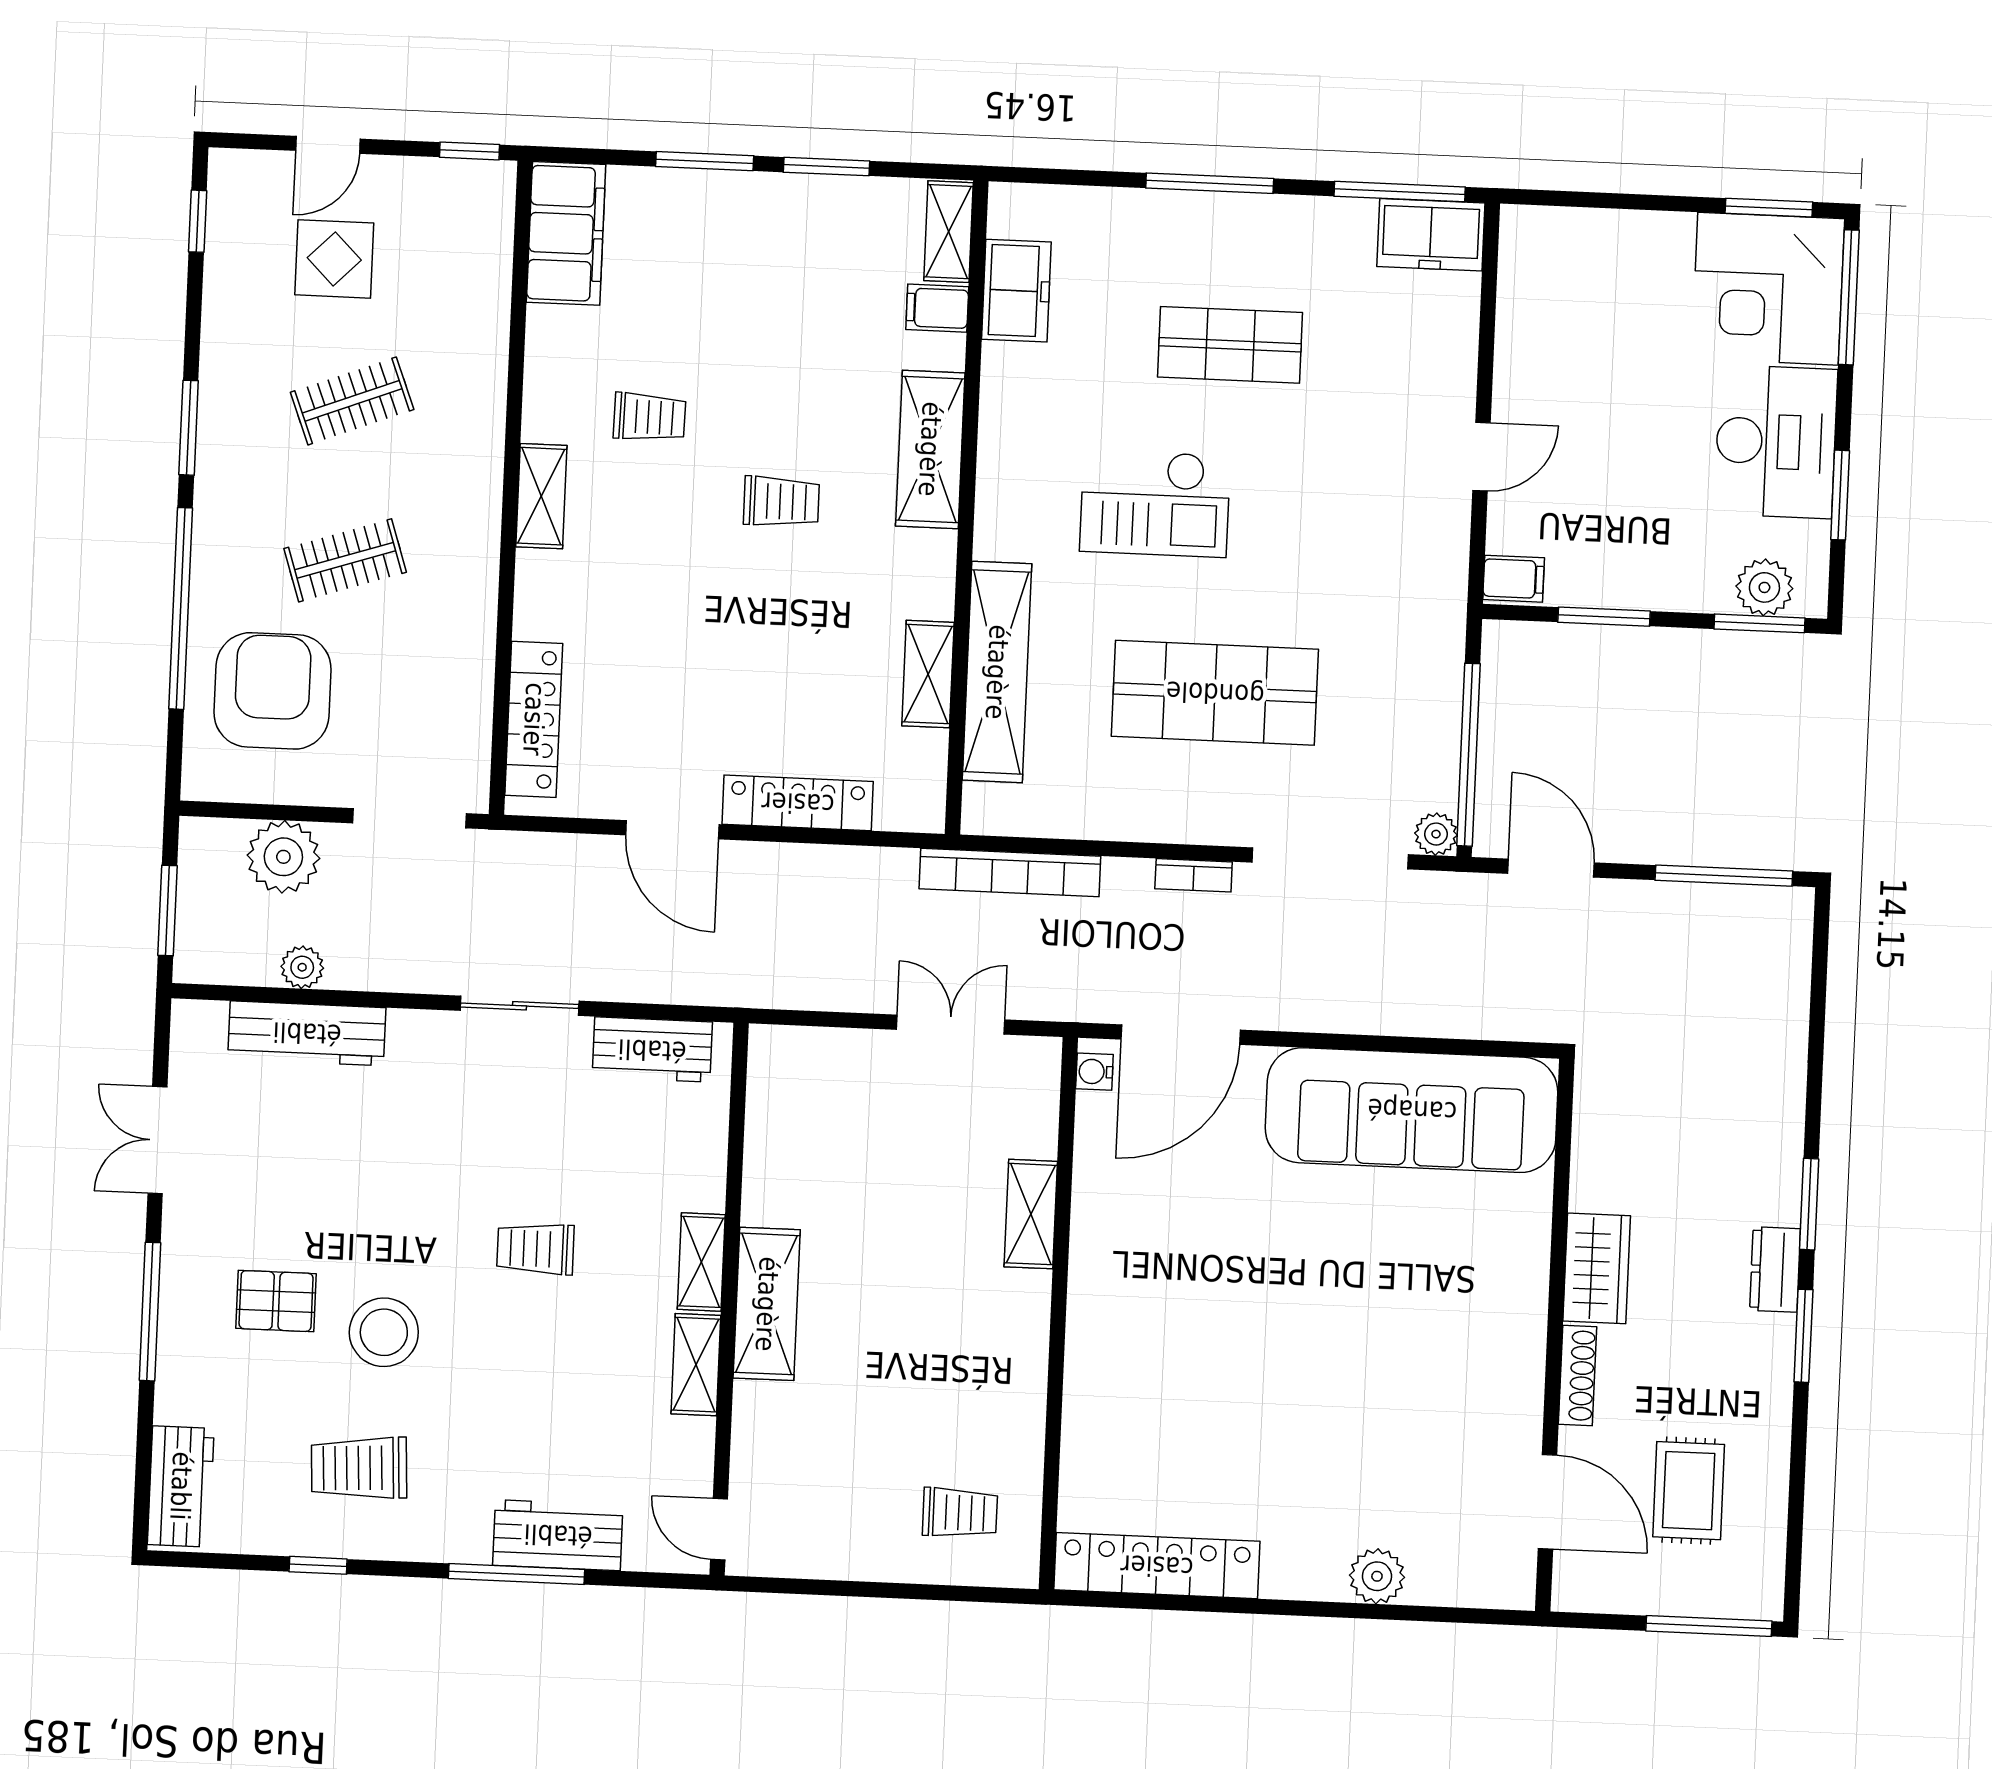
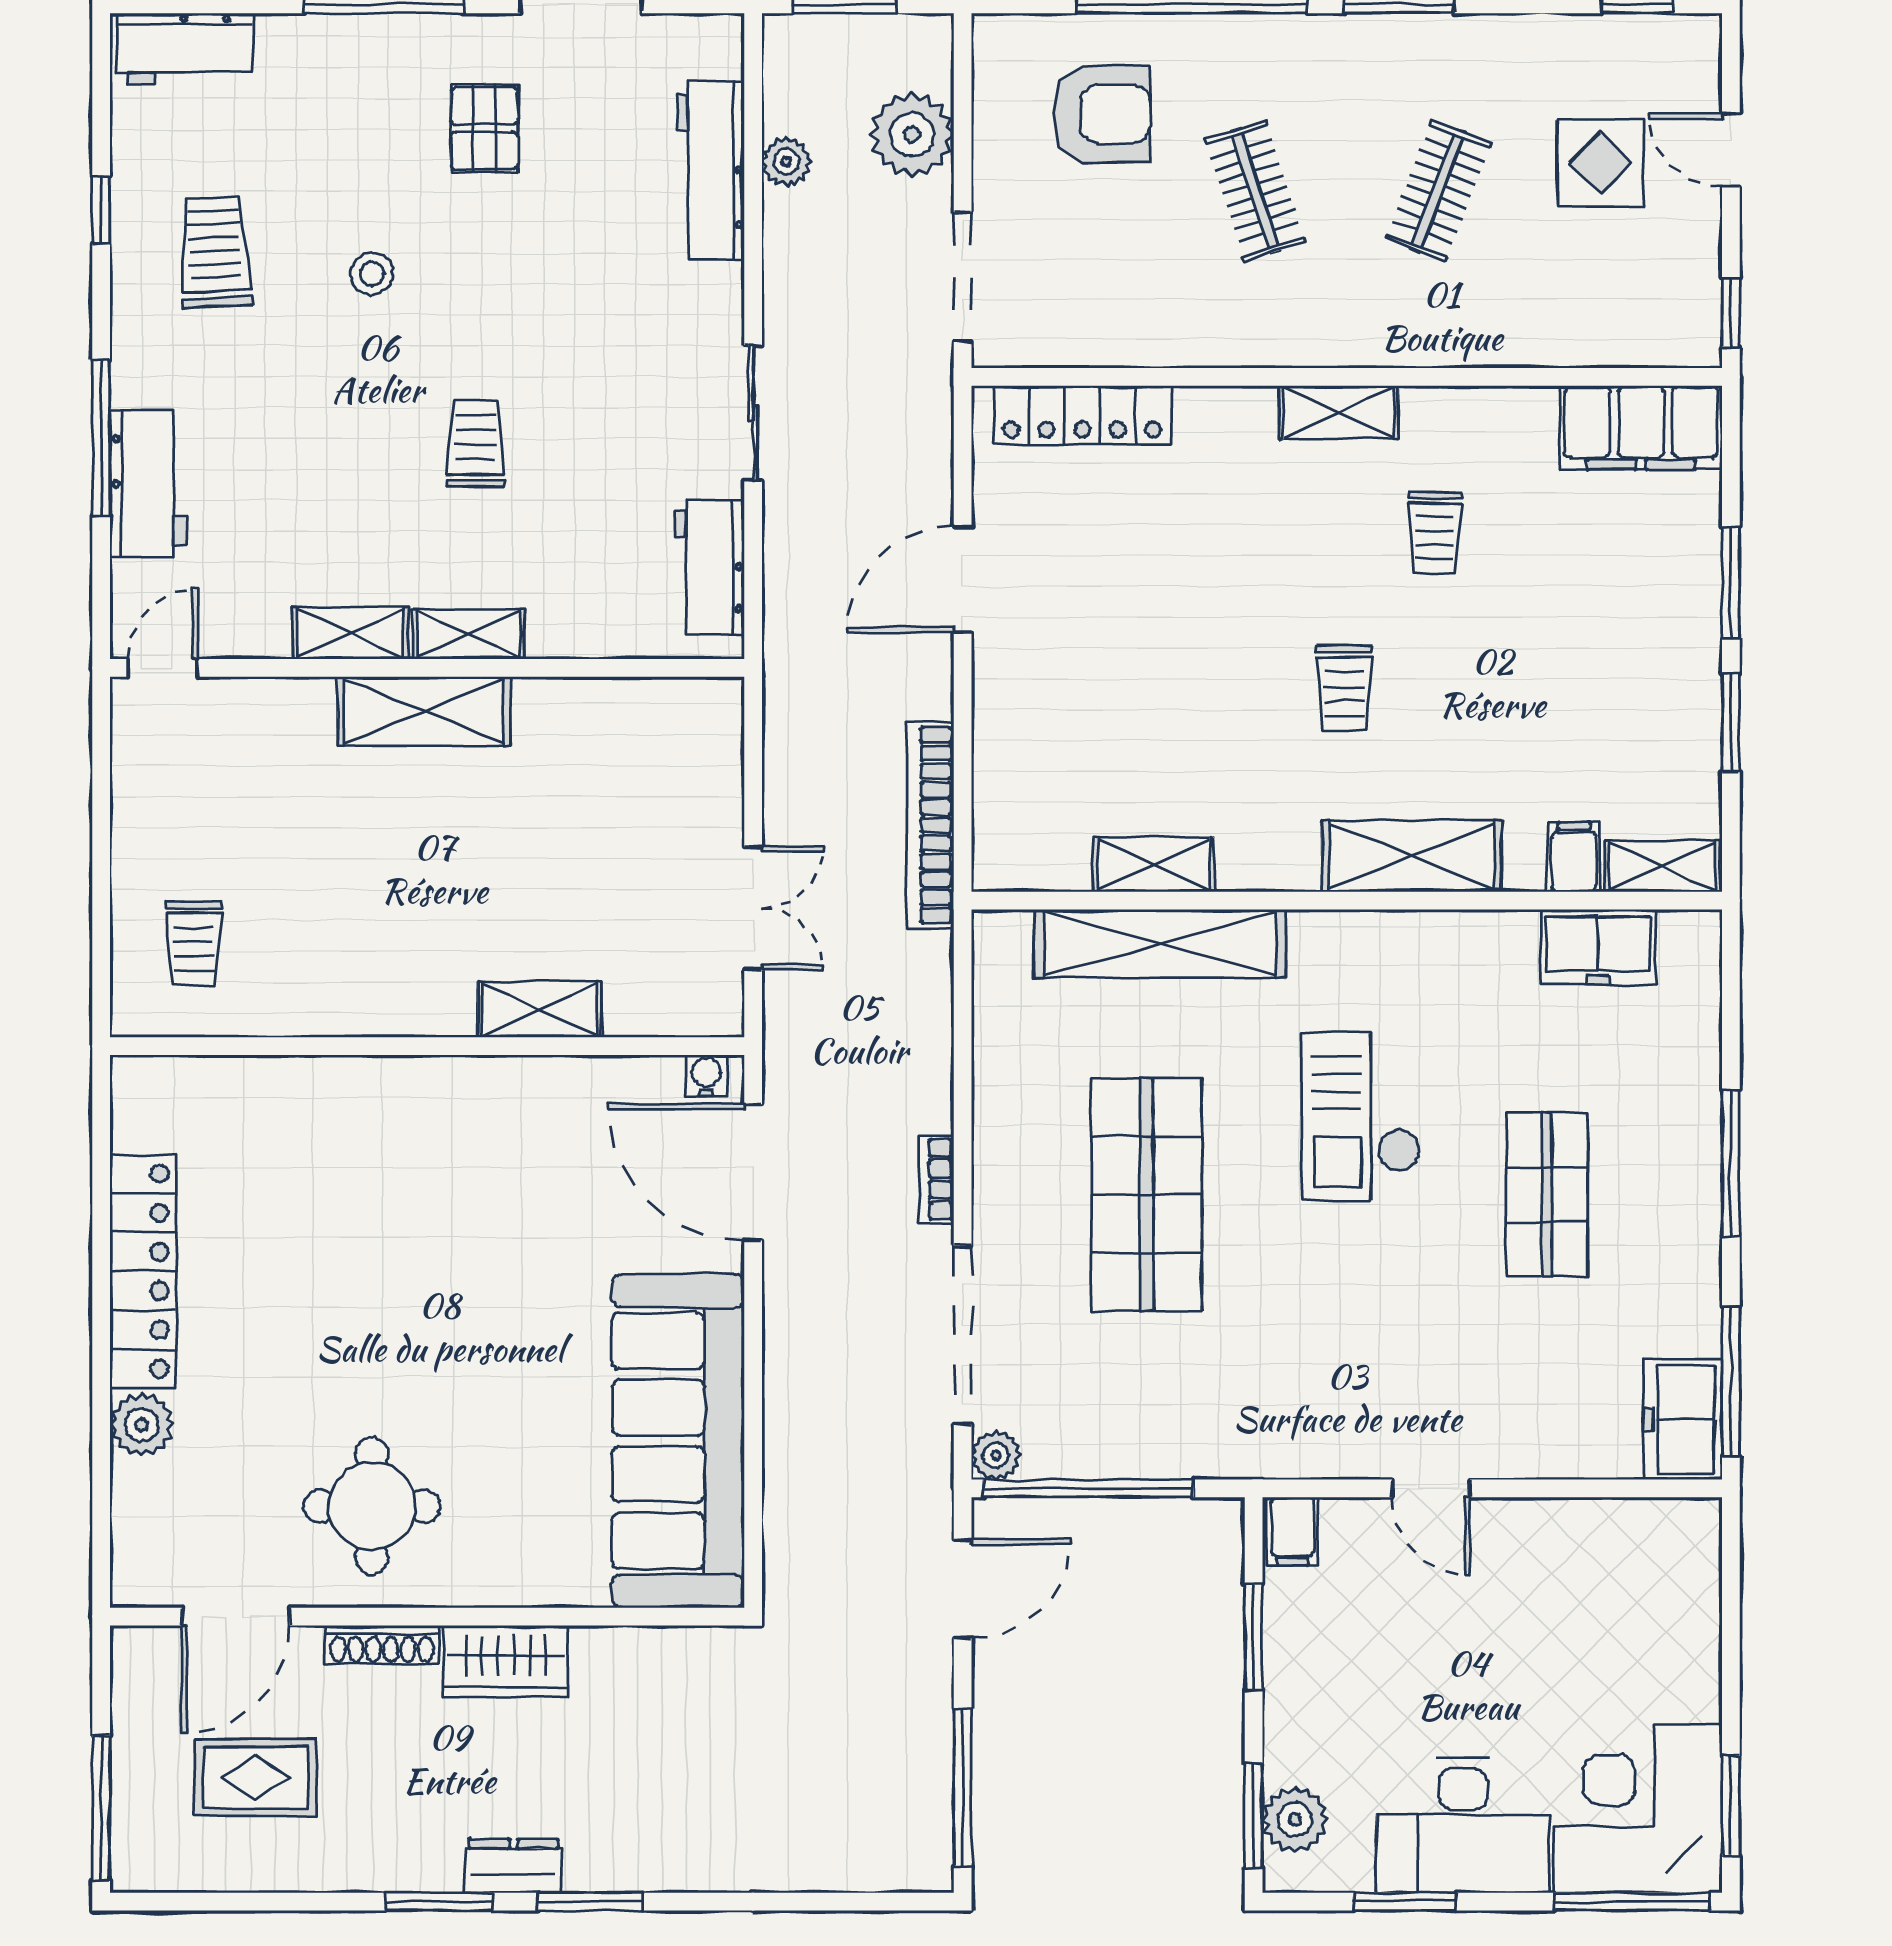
clothes rail: (352, 401) -> (1438, 191), turned 42
armchair: (273, 691) -> (1102, 114), width x0.73, depth x0.73
locker: (798, 803) -> (1000, 722), removed
bookcase: (1010, 872) -> (930, 825), moved
pallet: (276, 1301) -> (484, 128), moved
stool: (384, 1332) -> (372, 274), width x0.53, depth x0.53
round table: (1456, 1379) -> (372, 1506), added
locker: (1157, 1566) -> (143, 1271), moved

